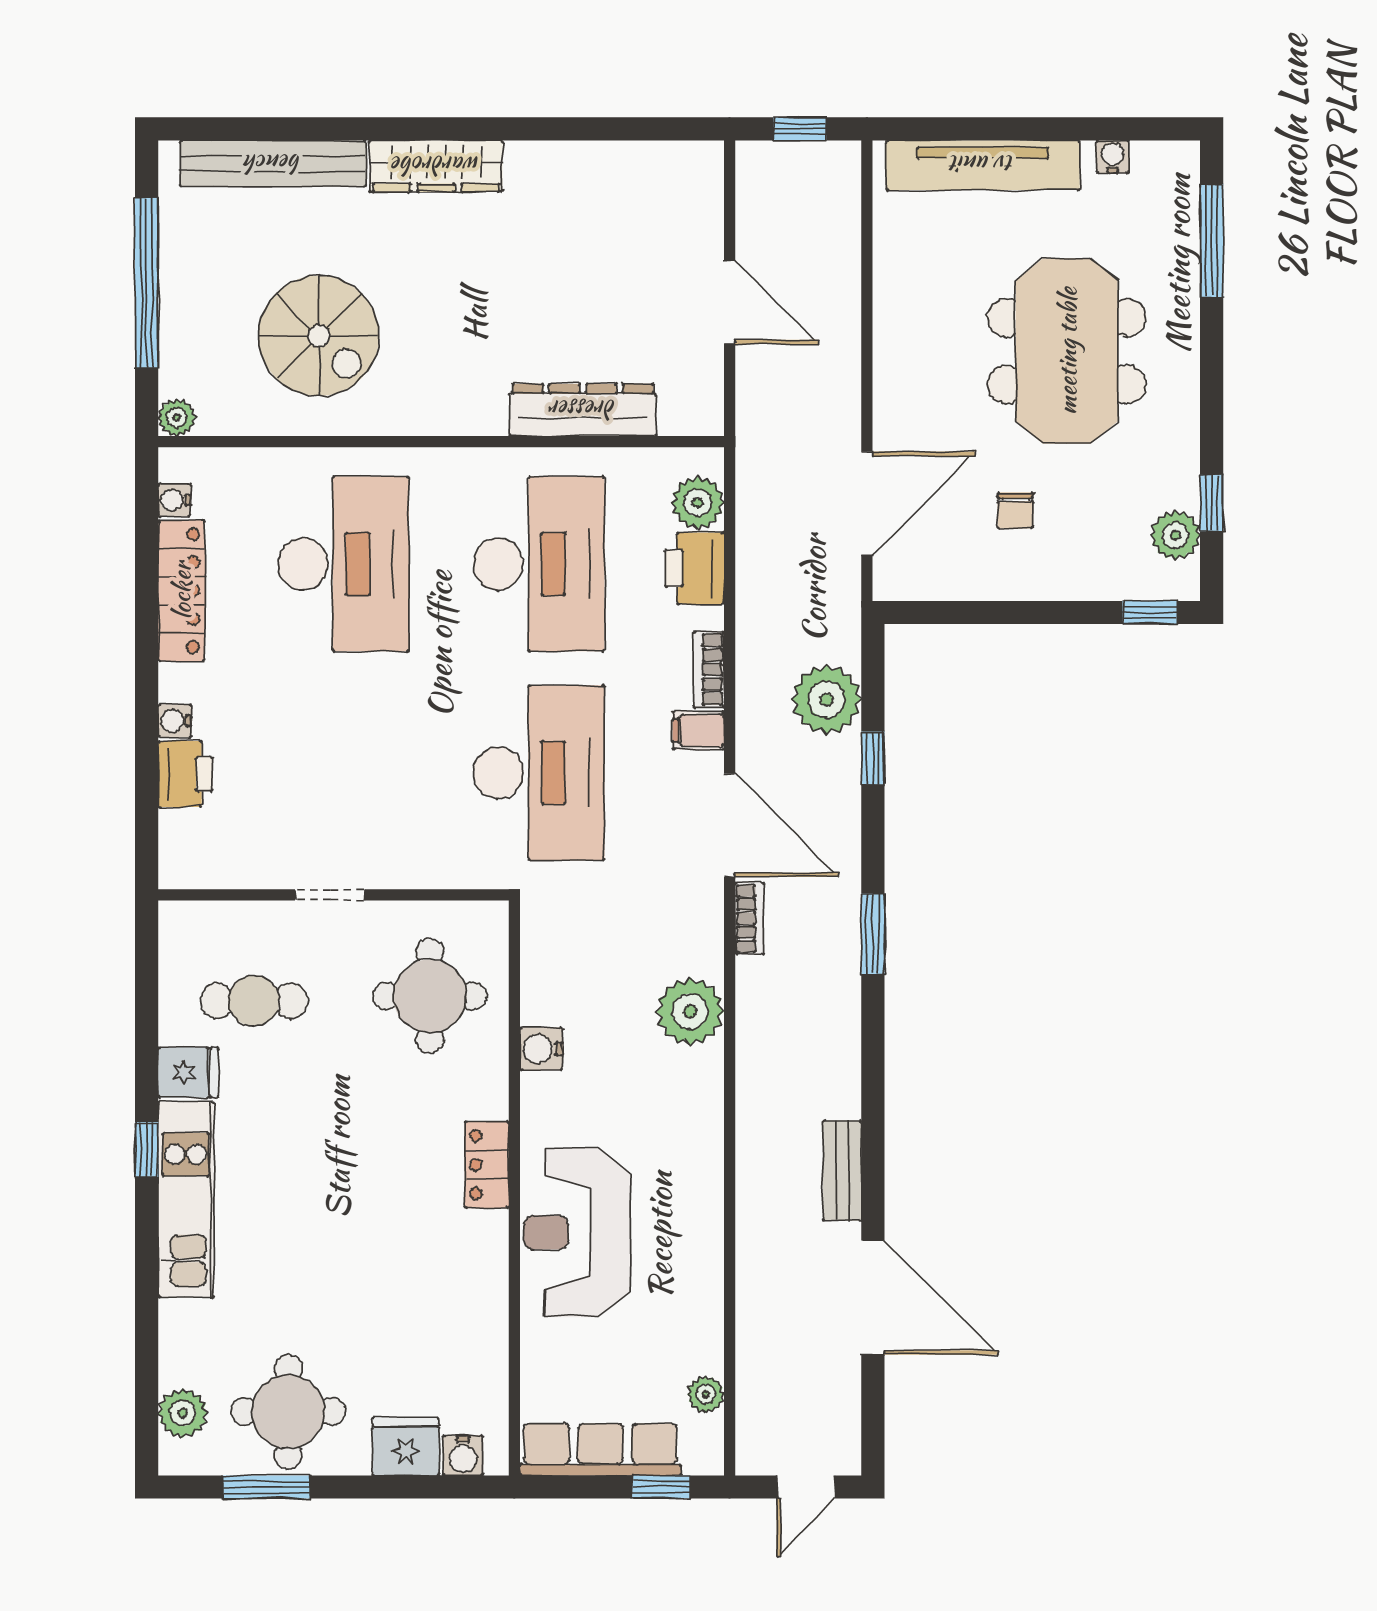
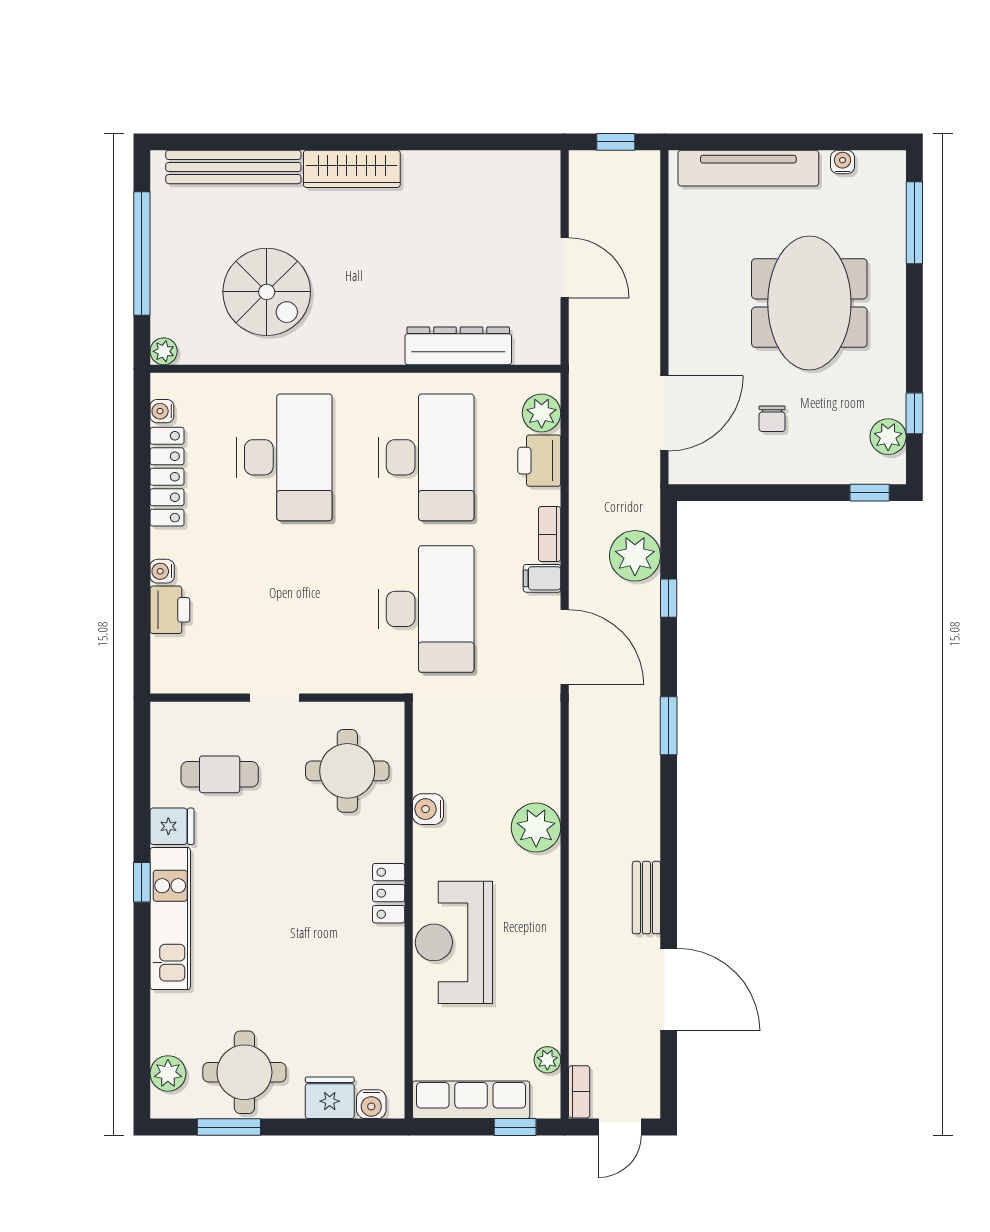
bookcase: (749, 918) -> (579, 1092), moved
plant: (690, 1011) -> (536, 828), moved

